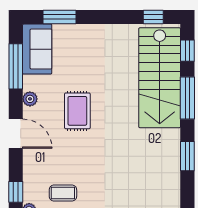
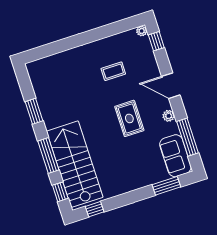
coffee table: (63, 193) -> (113, 71), moved

